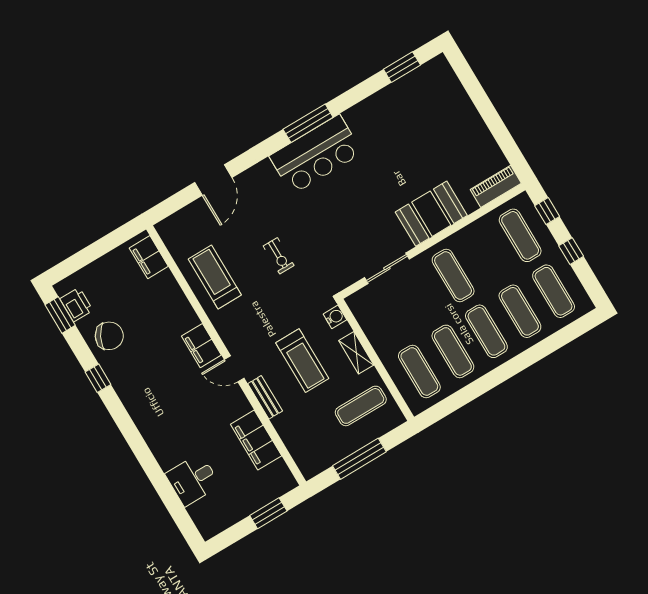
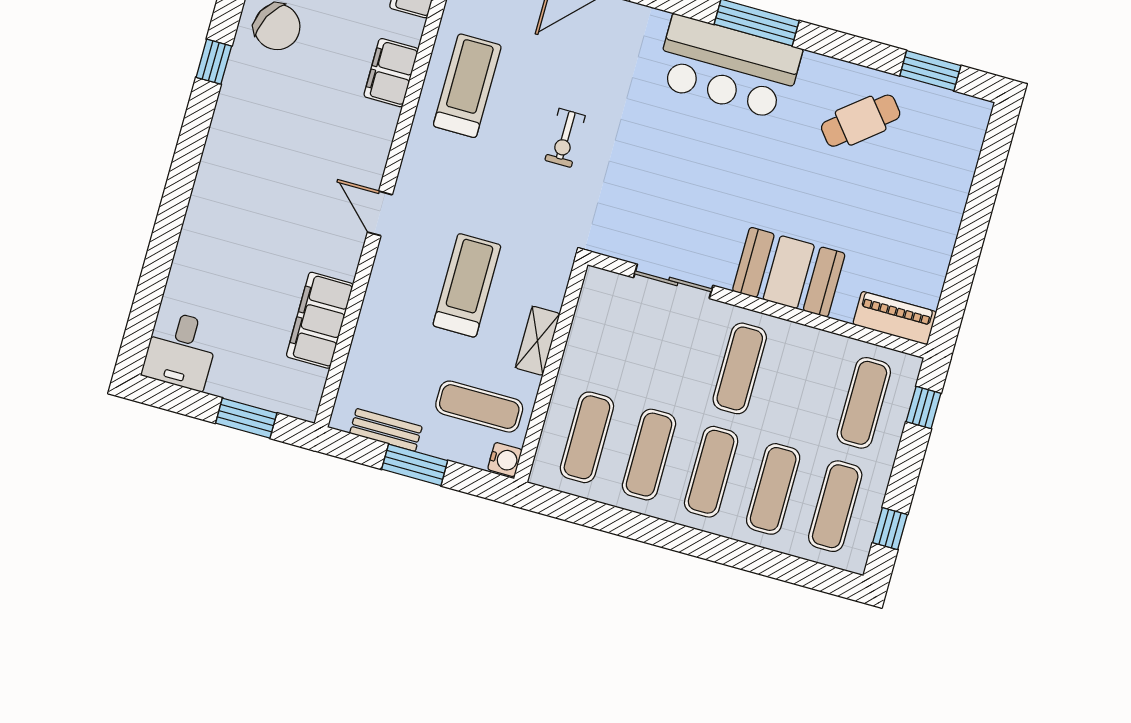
cafe table: (395, 119) -> (861, 121), added
window: (571, 251) -> (890, 529), moved
water cooler: (335, 317) -> (505, 460), moved
filing cabinet: (201, 346) -> (391, 73), moved
treadmill: (302, 361) -> (467, 285), turned 180
bench: (265, 397) -> (386, 430), moved, turned 90
window: (359, 459) -> (415, 465), width x0.69
desk: (193, 480) -> (181, 350), moved, turned -90

